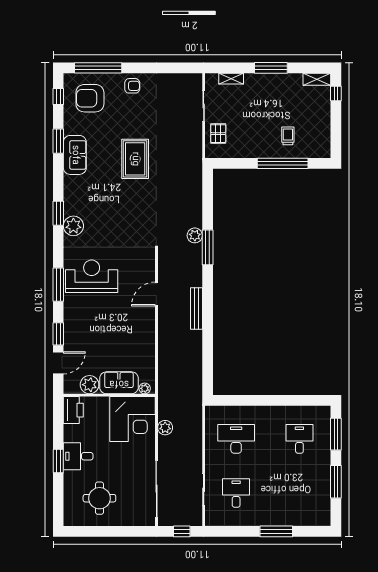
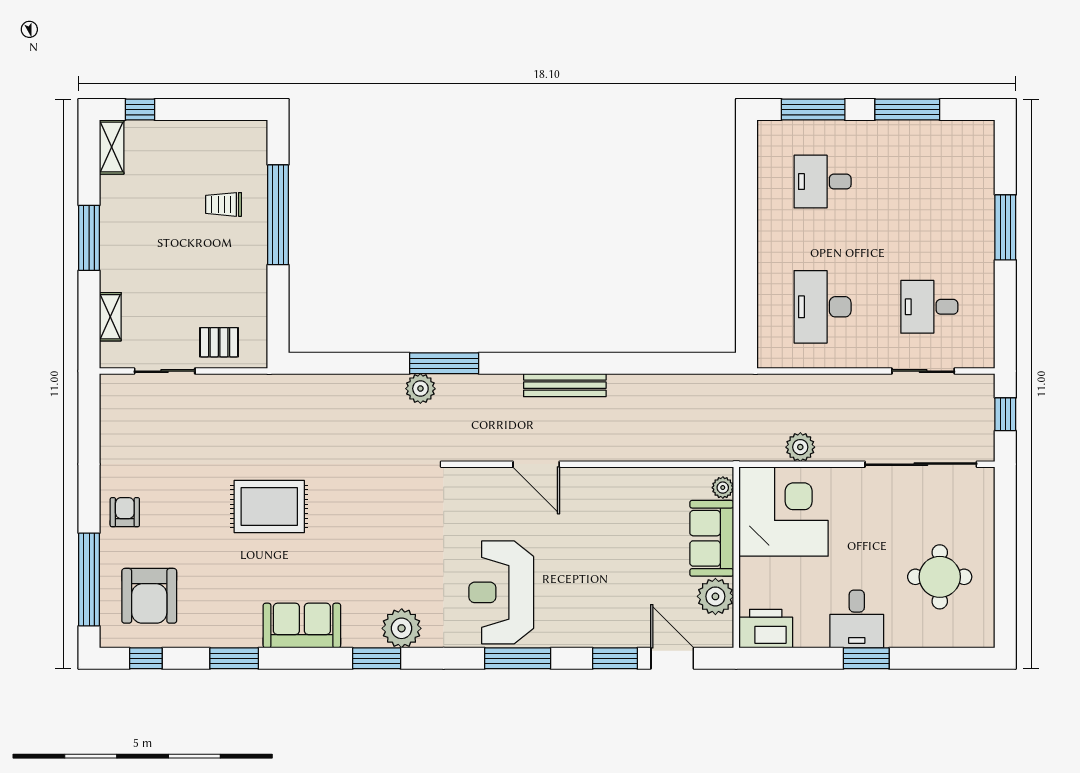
sofa: (75, 155) -> (302, 626), moved

